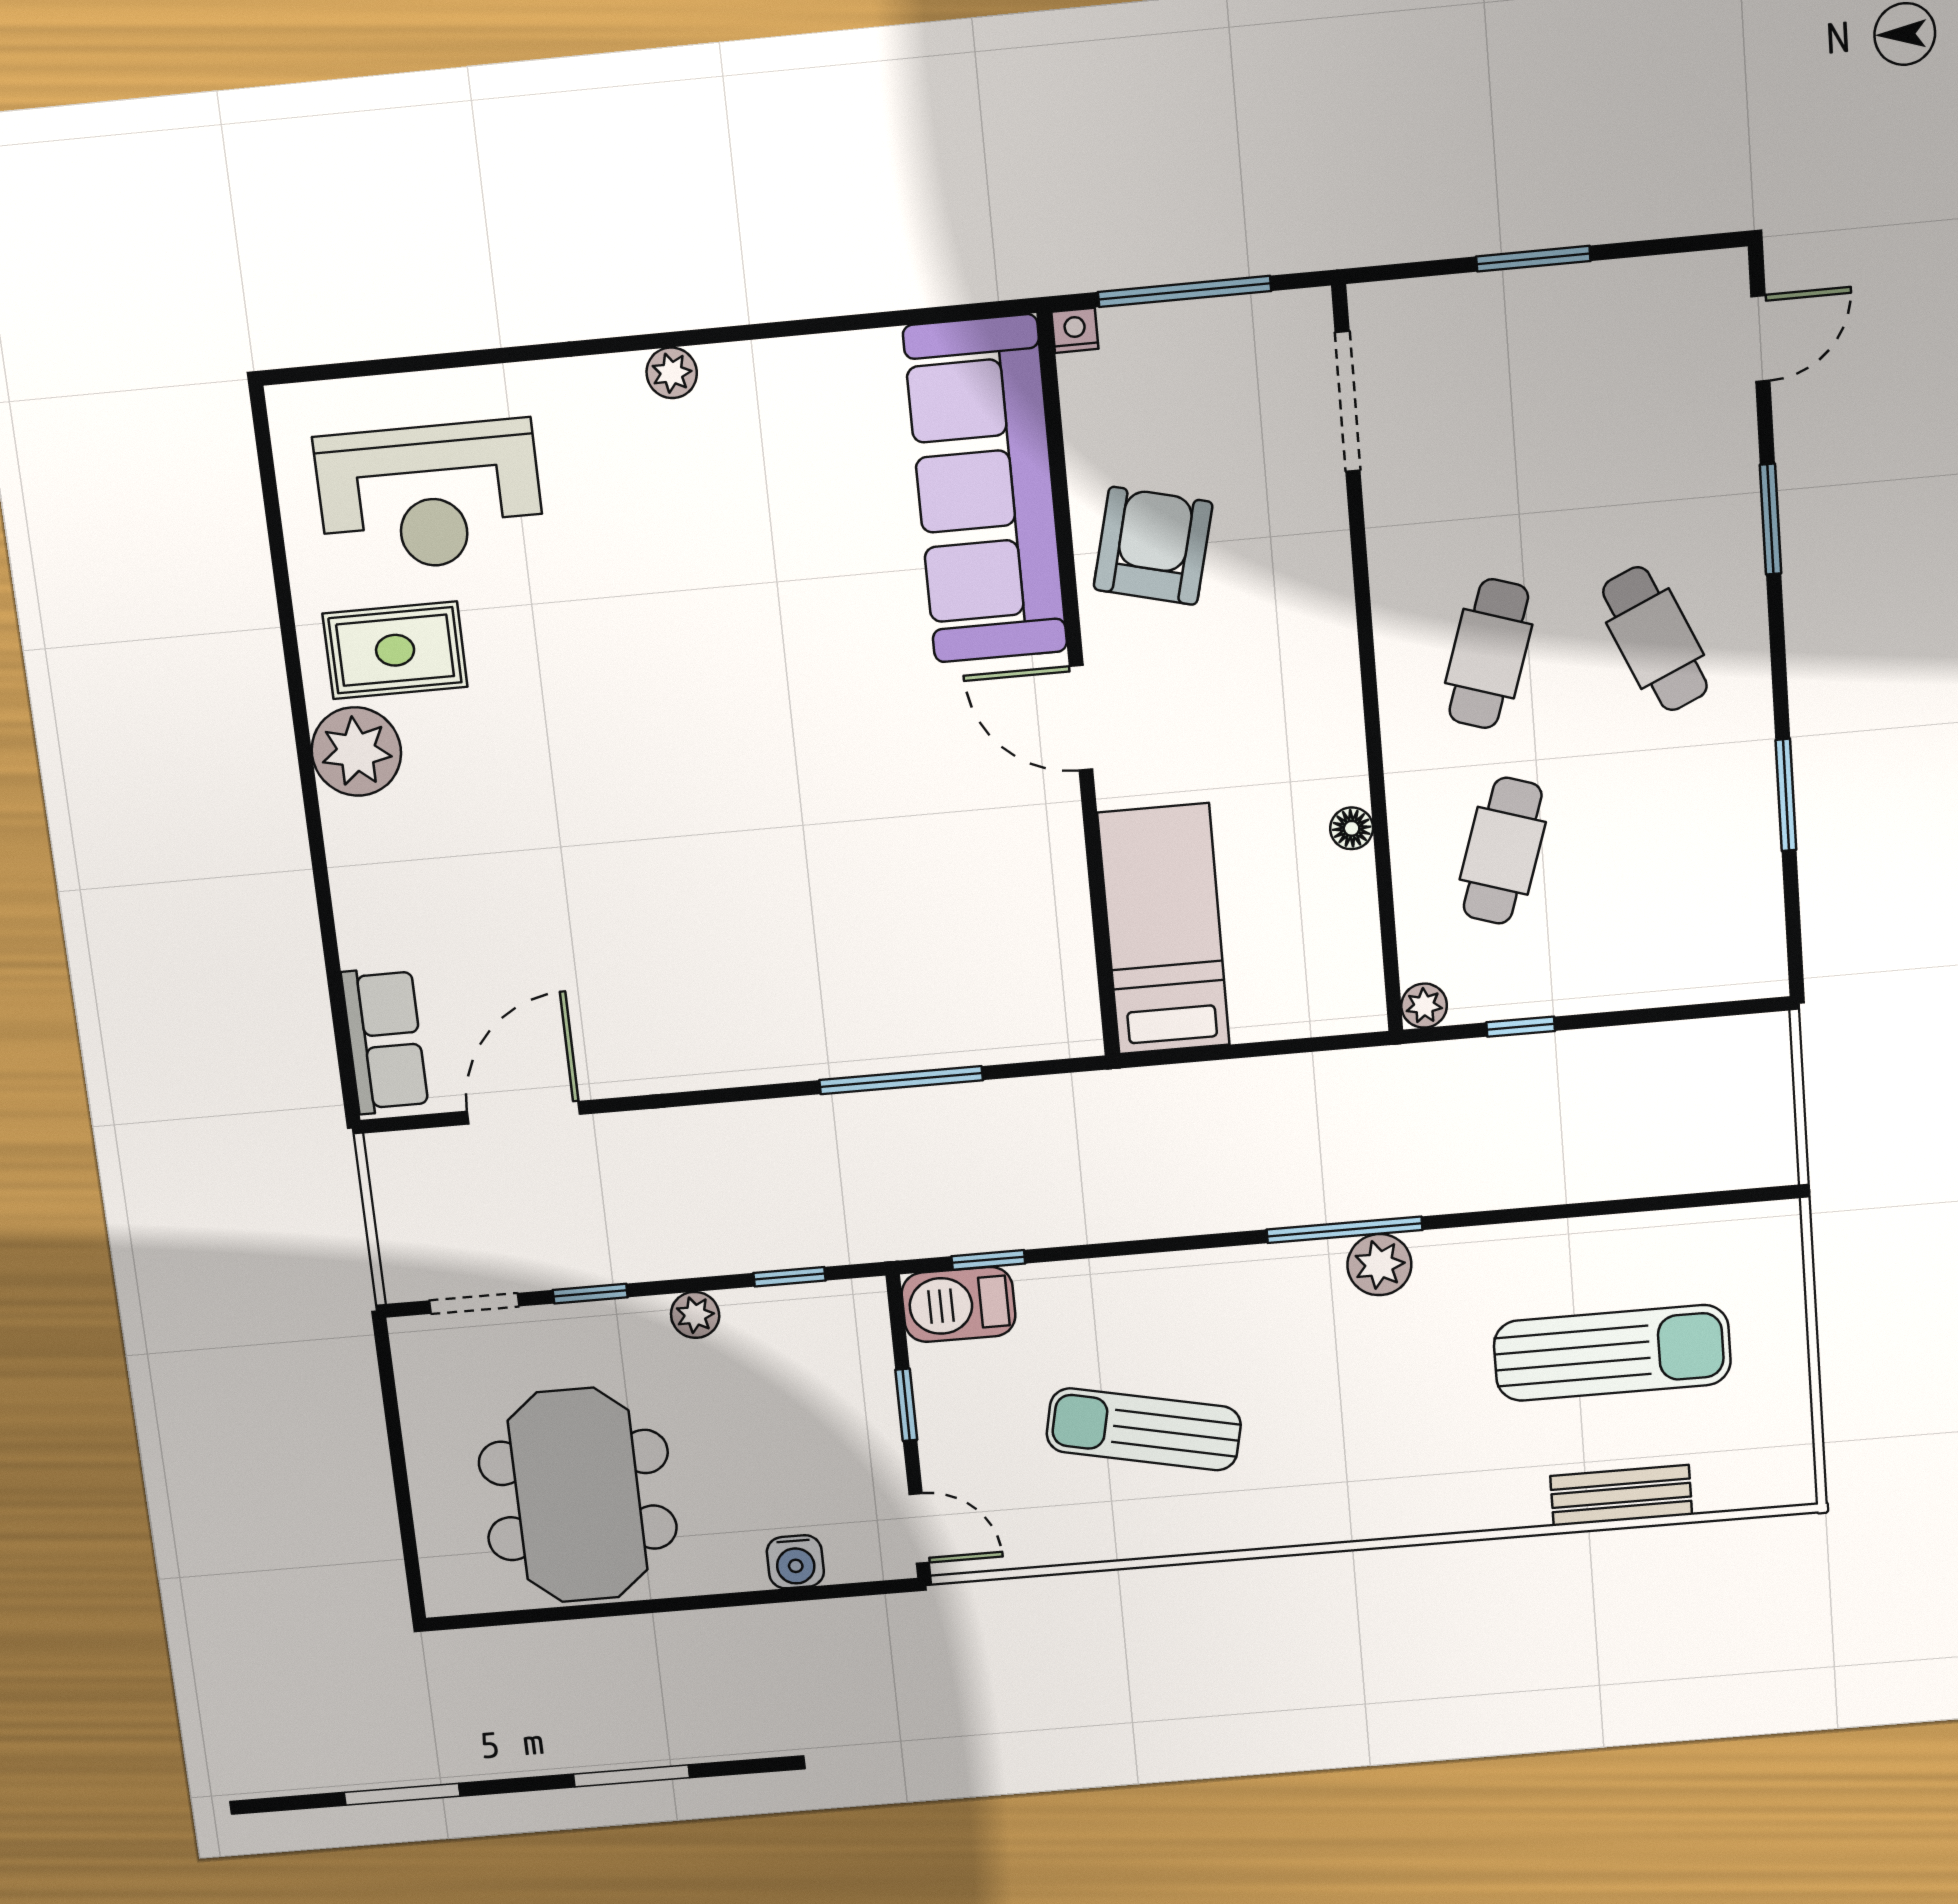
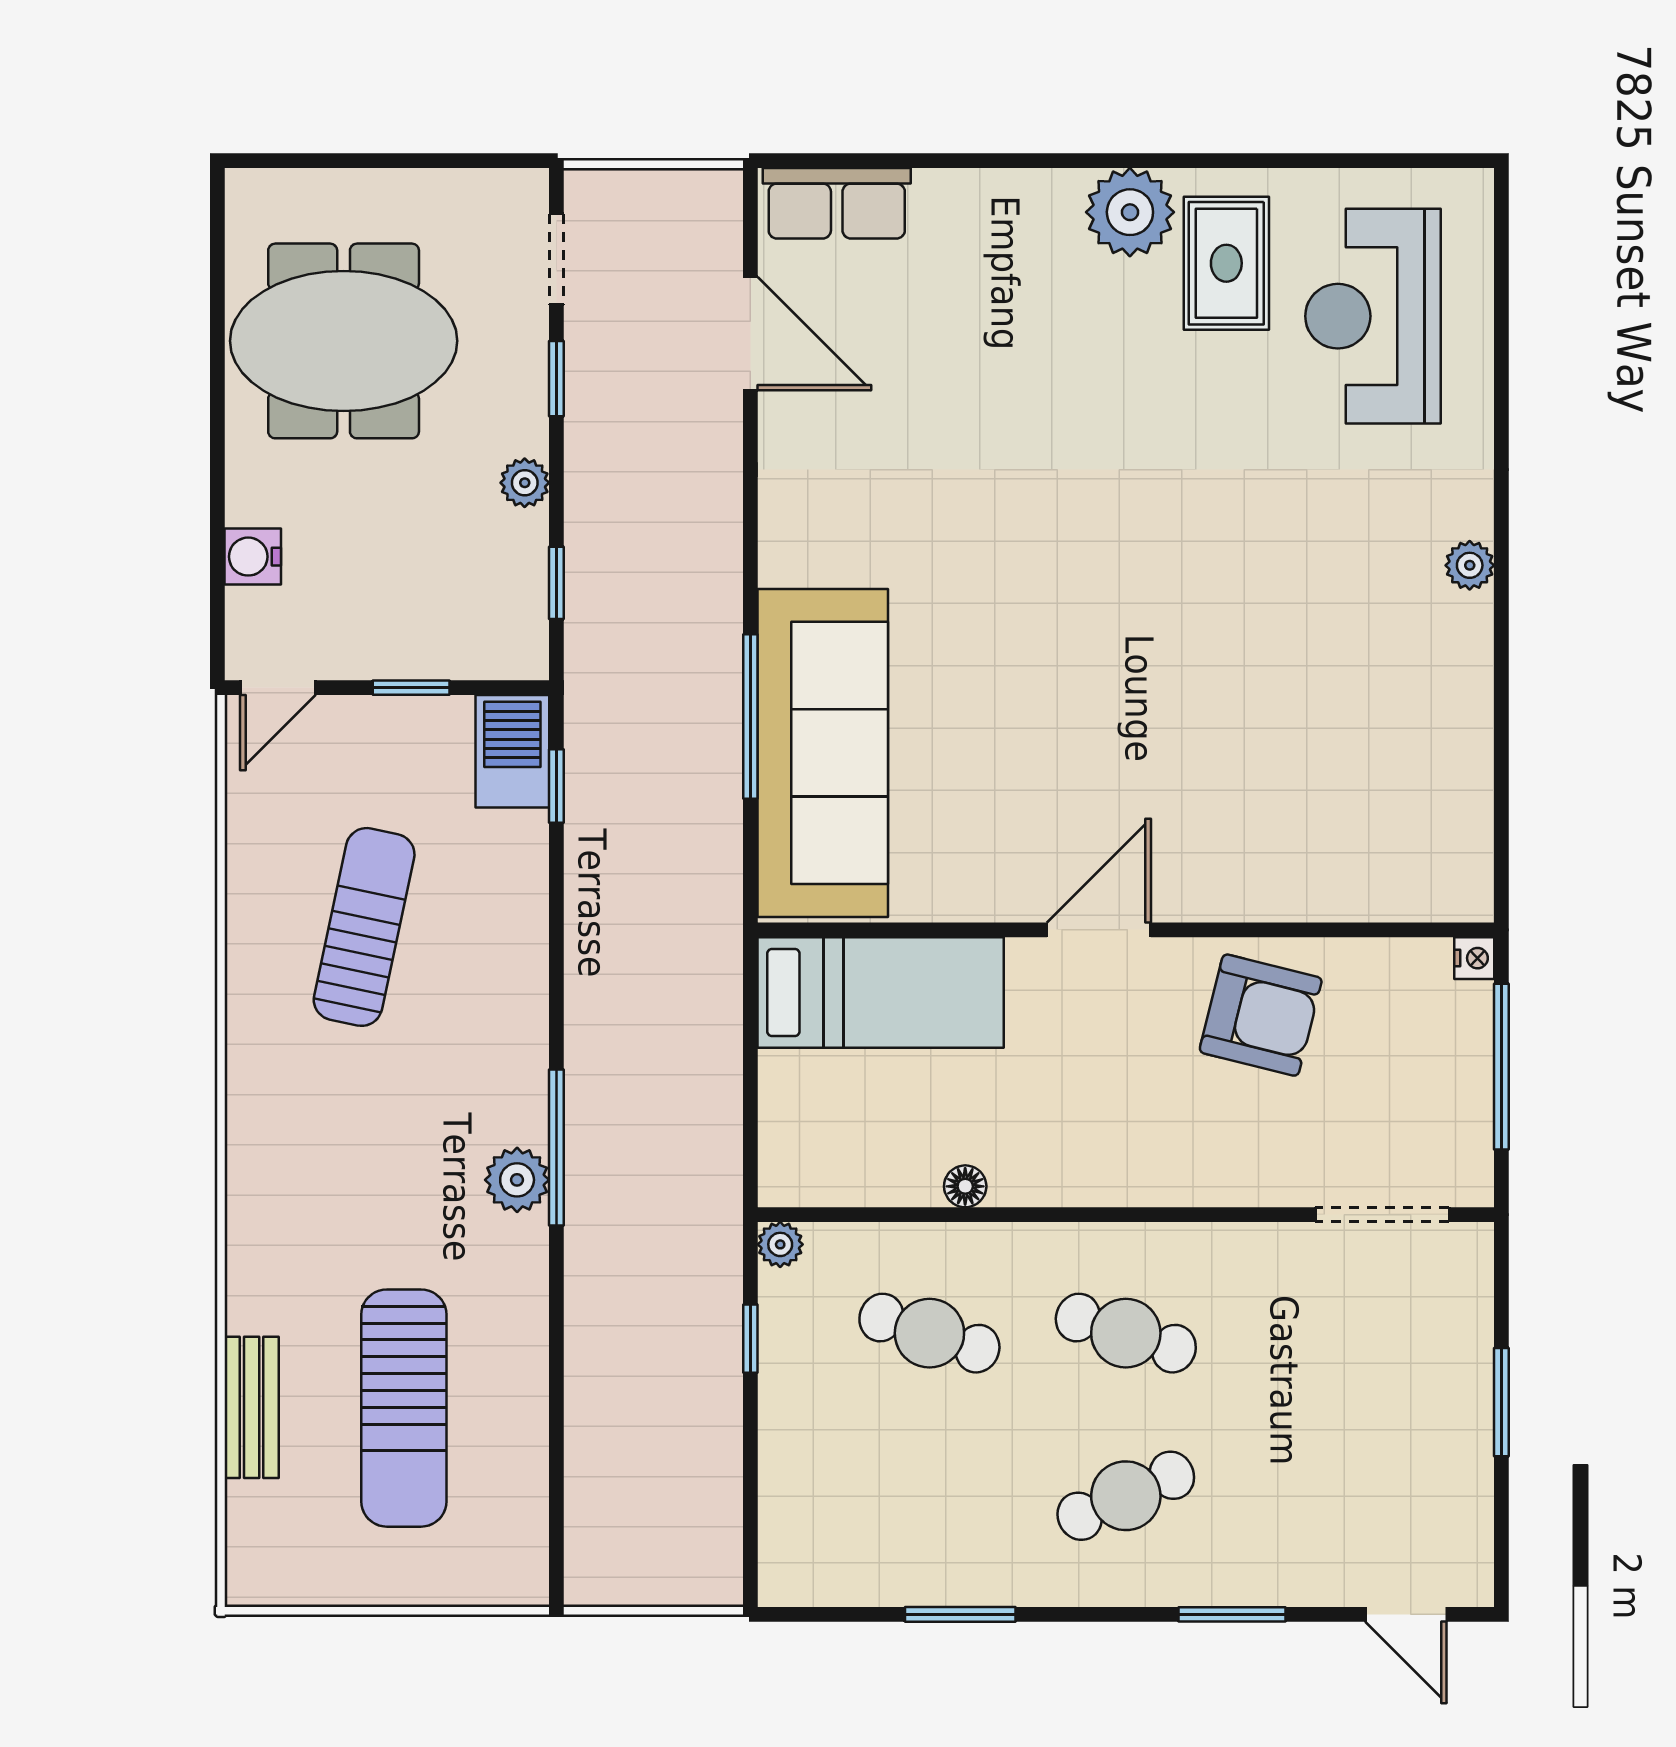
sofa: (985, 490) -> (823, 753), moved, turned 90

